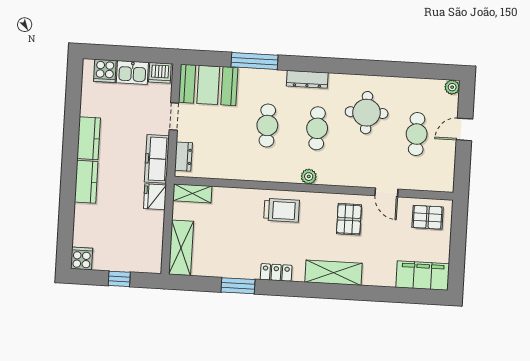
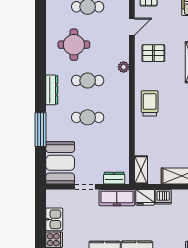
dishwasher: (160, 73) -> (163, 197), moved, turned 90
plant: (309, 177) -> (124, 67), moved

